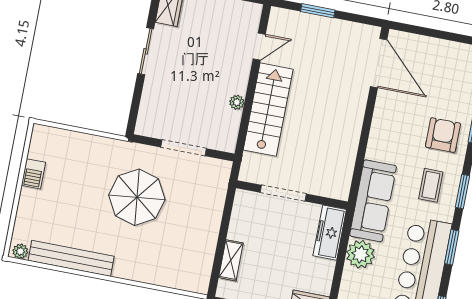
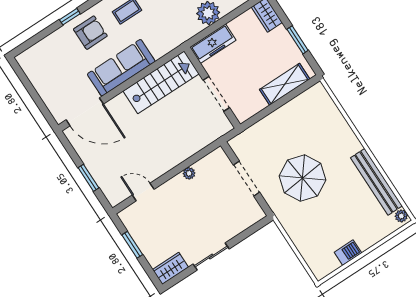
door: (379, 63) -> (85, 112), swing flipped
stairs: (268, 110) -> (161, 82), moved, turned 180
armchair: (443, 135) -> (90, 33), turned 180
sofa: (373, 201) -> (121, 68), moved
shelving: (231, 260) -> (285, 84), width x1.50, depth x1.33

